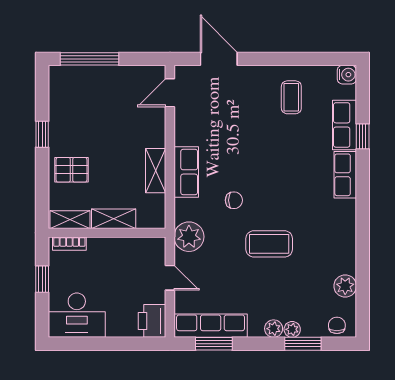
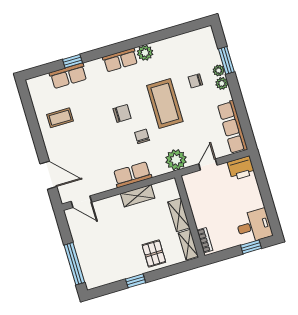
door: (219, 59) -> (48, 175), swing flipped
water cooler: (347, 75) -> (33, 84), removed
row of seats: (345, 175) -> (120, 60), moved
chair: (273, 182) -> (122, 113), added
coffee table: (269, 244) -> (165, 103), width x1.36, depth x1.32
window: (42, 279) -> (251, 247), moved
plant: (345, 286) -> (145, 53), moved
desk: (77, 315) -> (254, 226), width x0.73
chair: (337, 325) -> (195, 81), moved
window: (214, 344) -> (244, 121), removed

